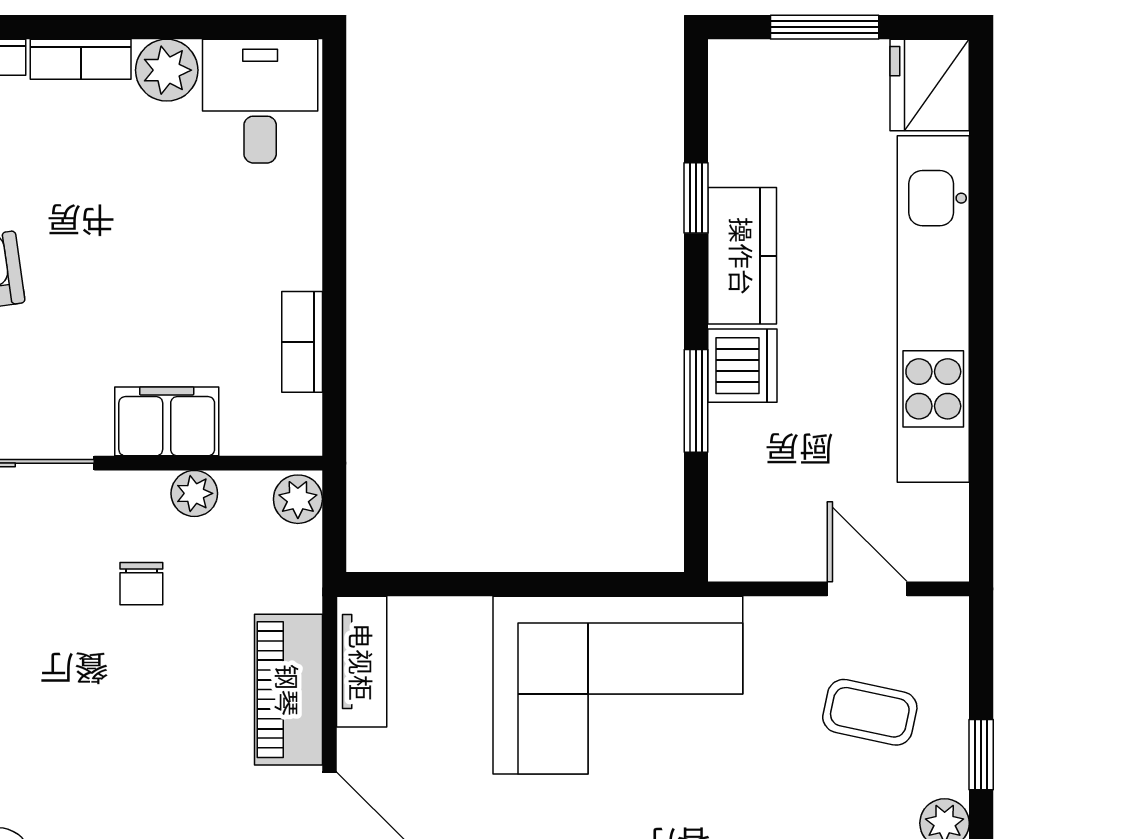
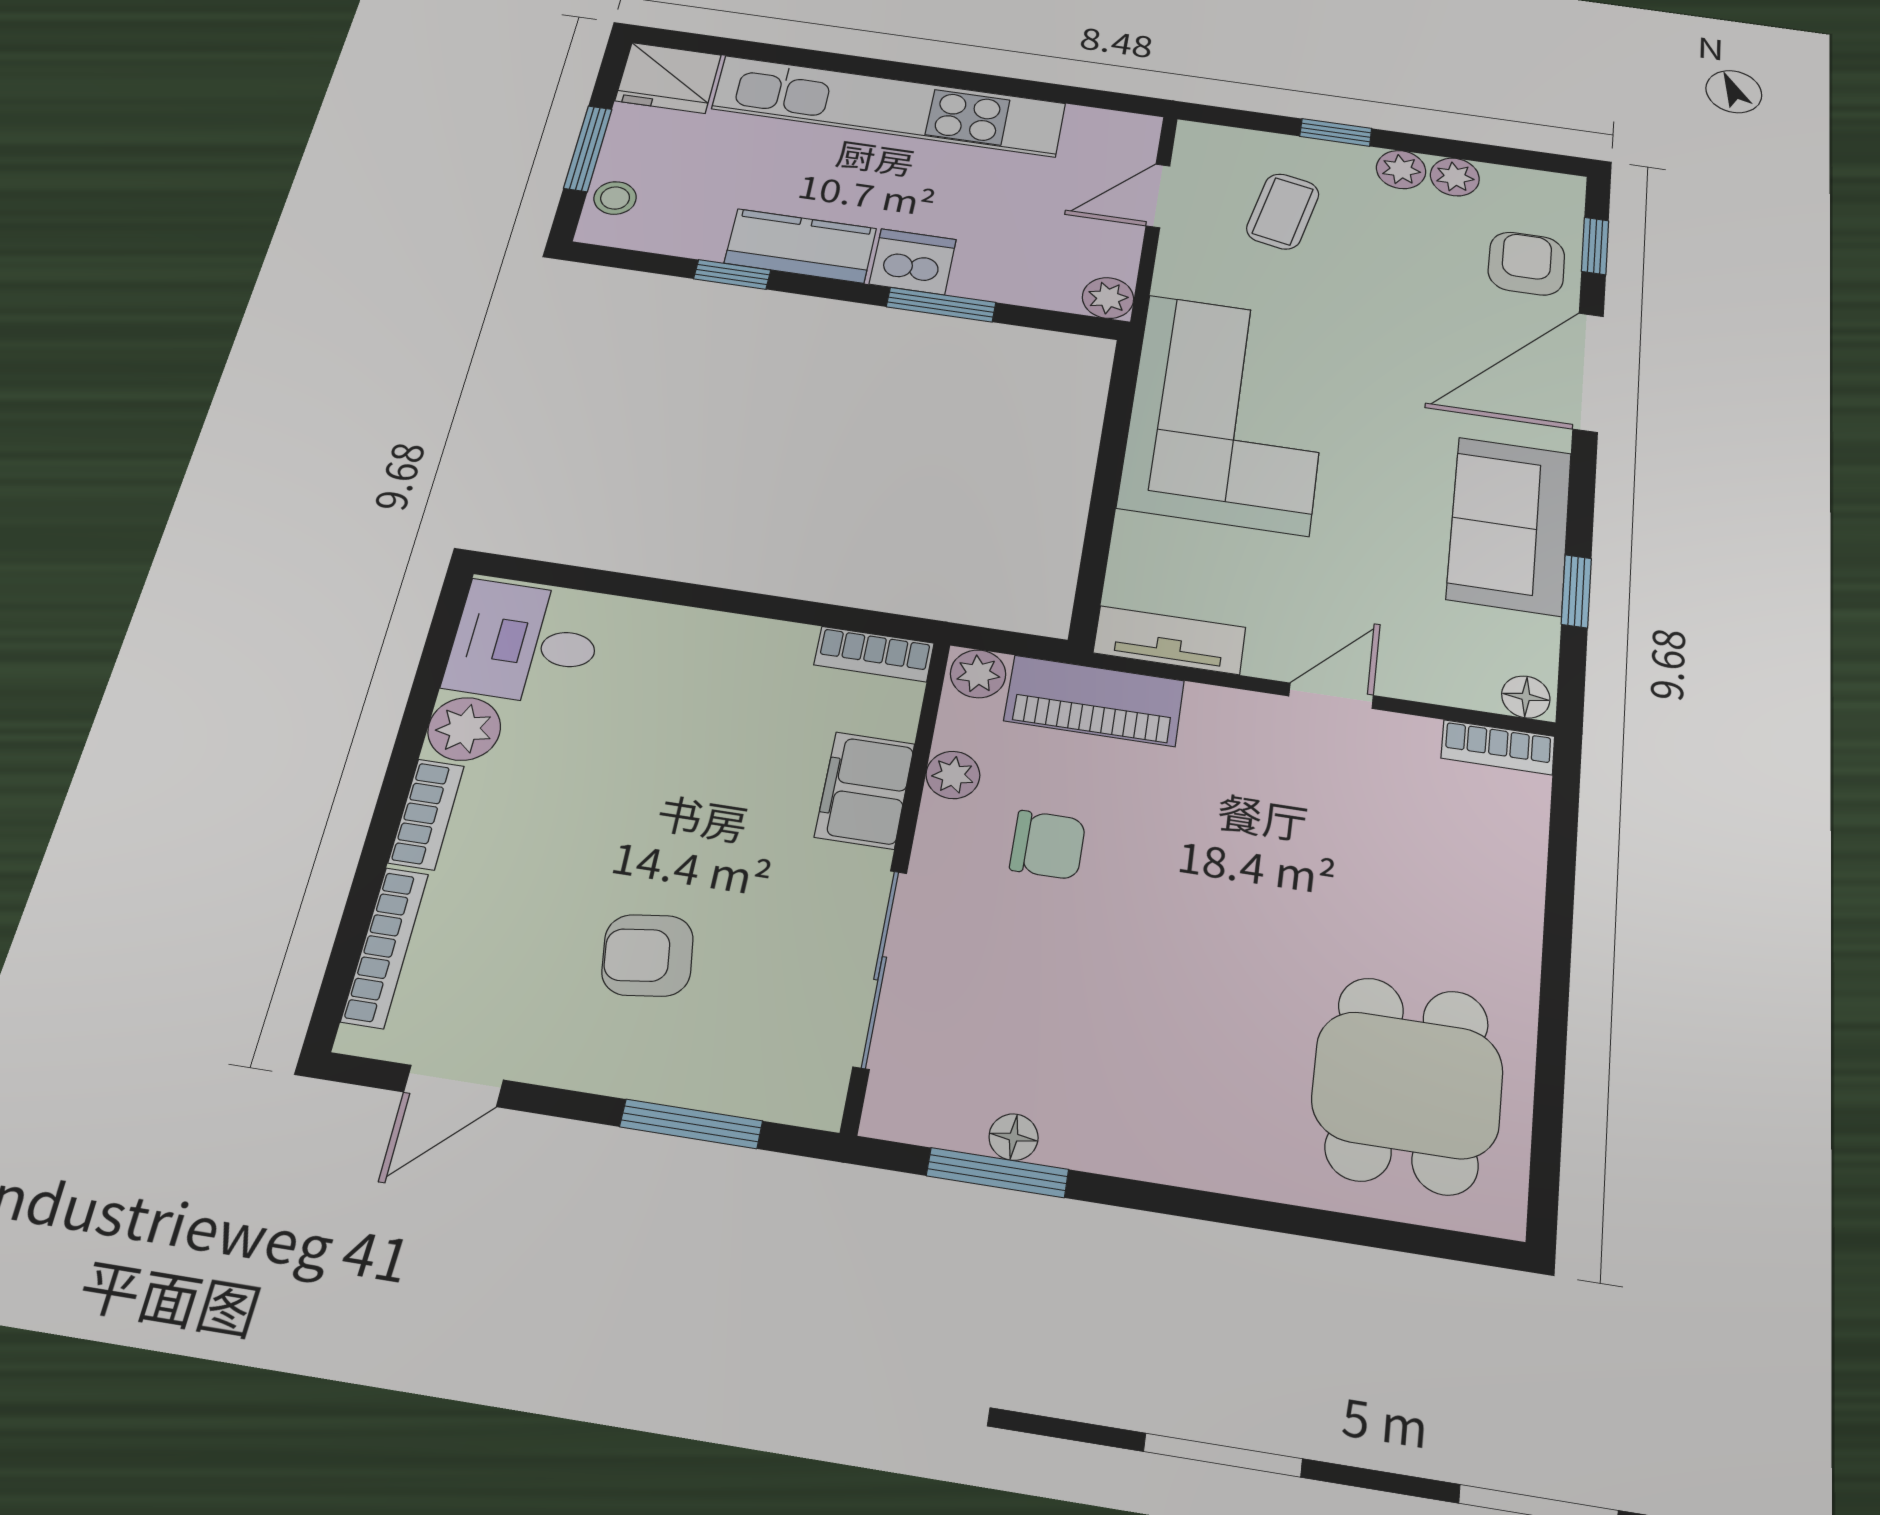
stool: (768, 67) -> (615, 198), added
bookcase: (302, 342) -> (874, 654), moved
plant: (733, 557) -> (1108, 298), added
chair: (141, 584) -> (1048, 845), width x1.37, depth x1.37
piano: (288, 690) -> (1094, 701), moved

